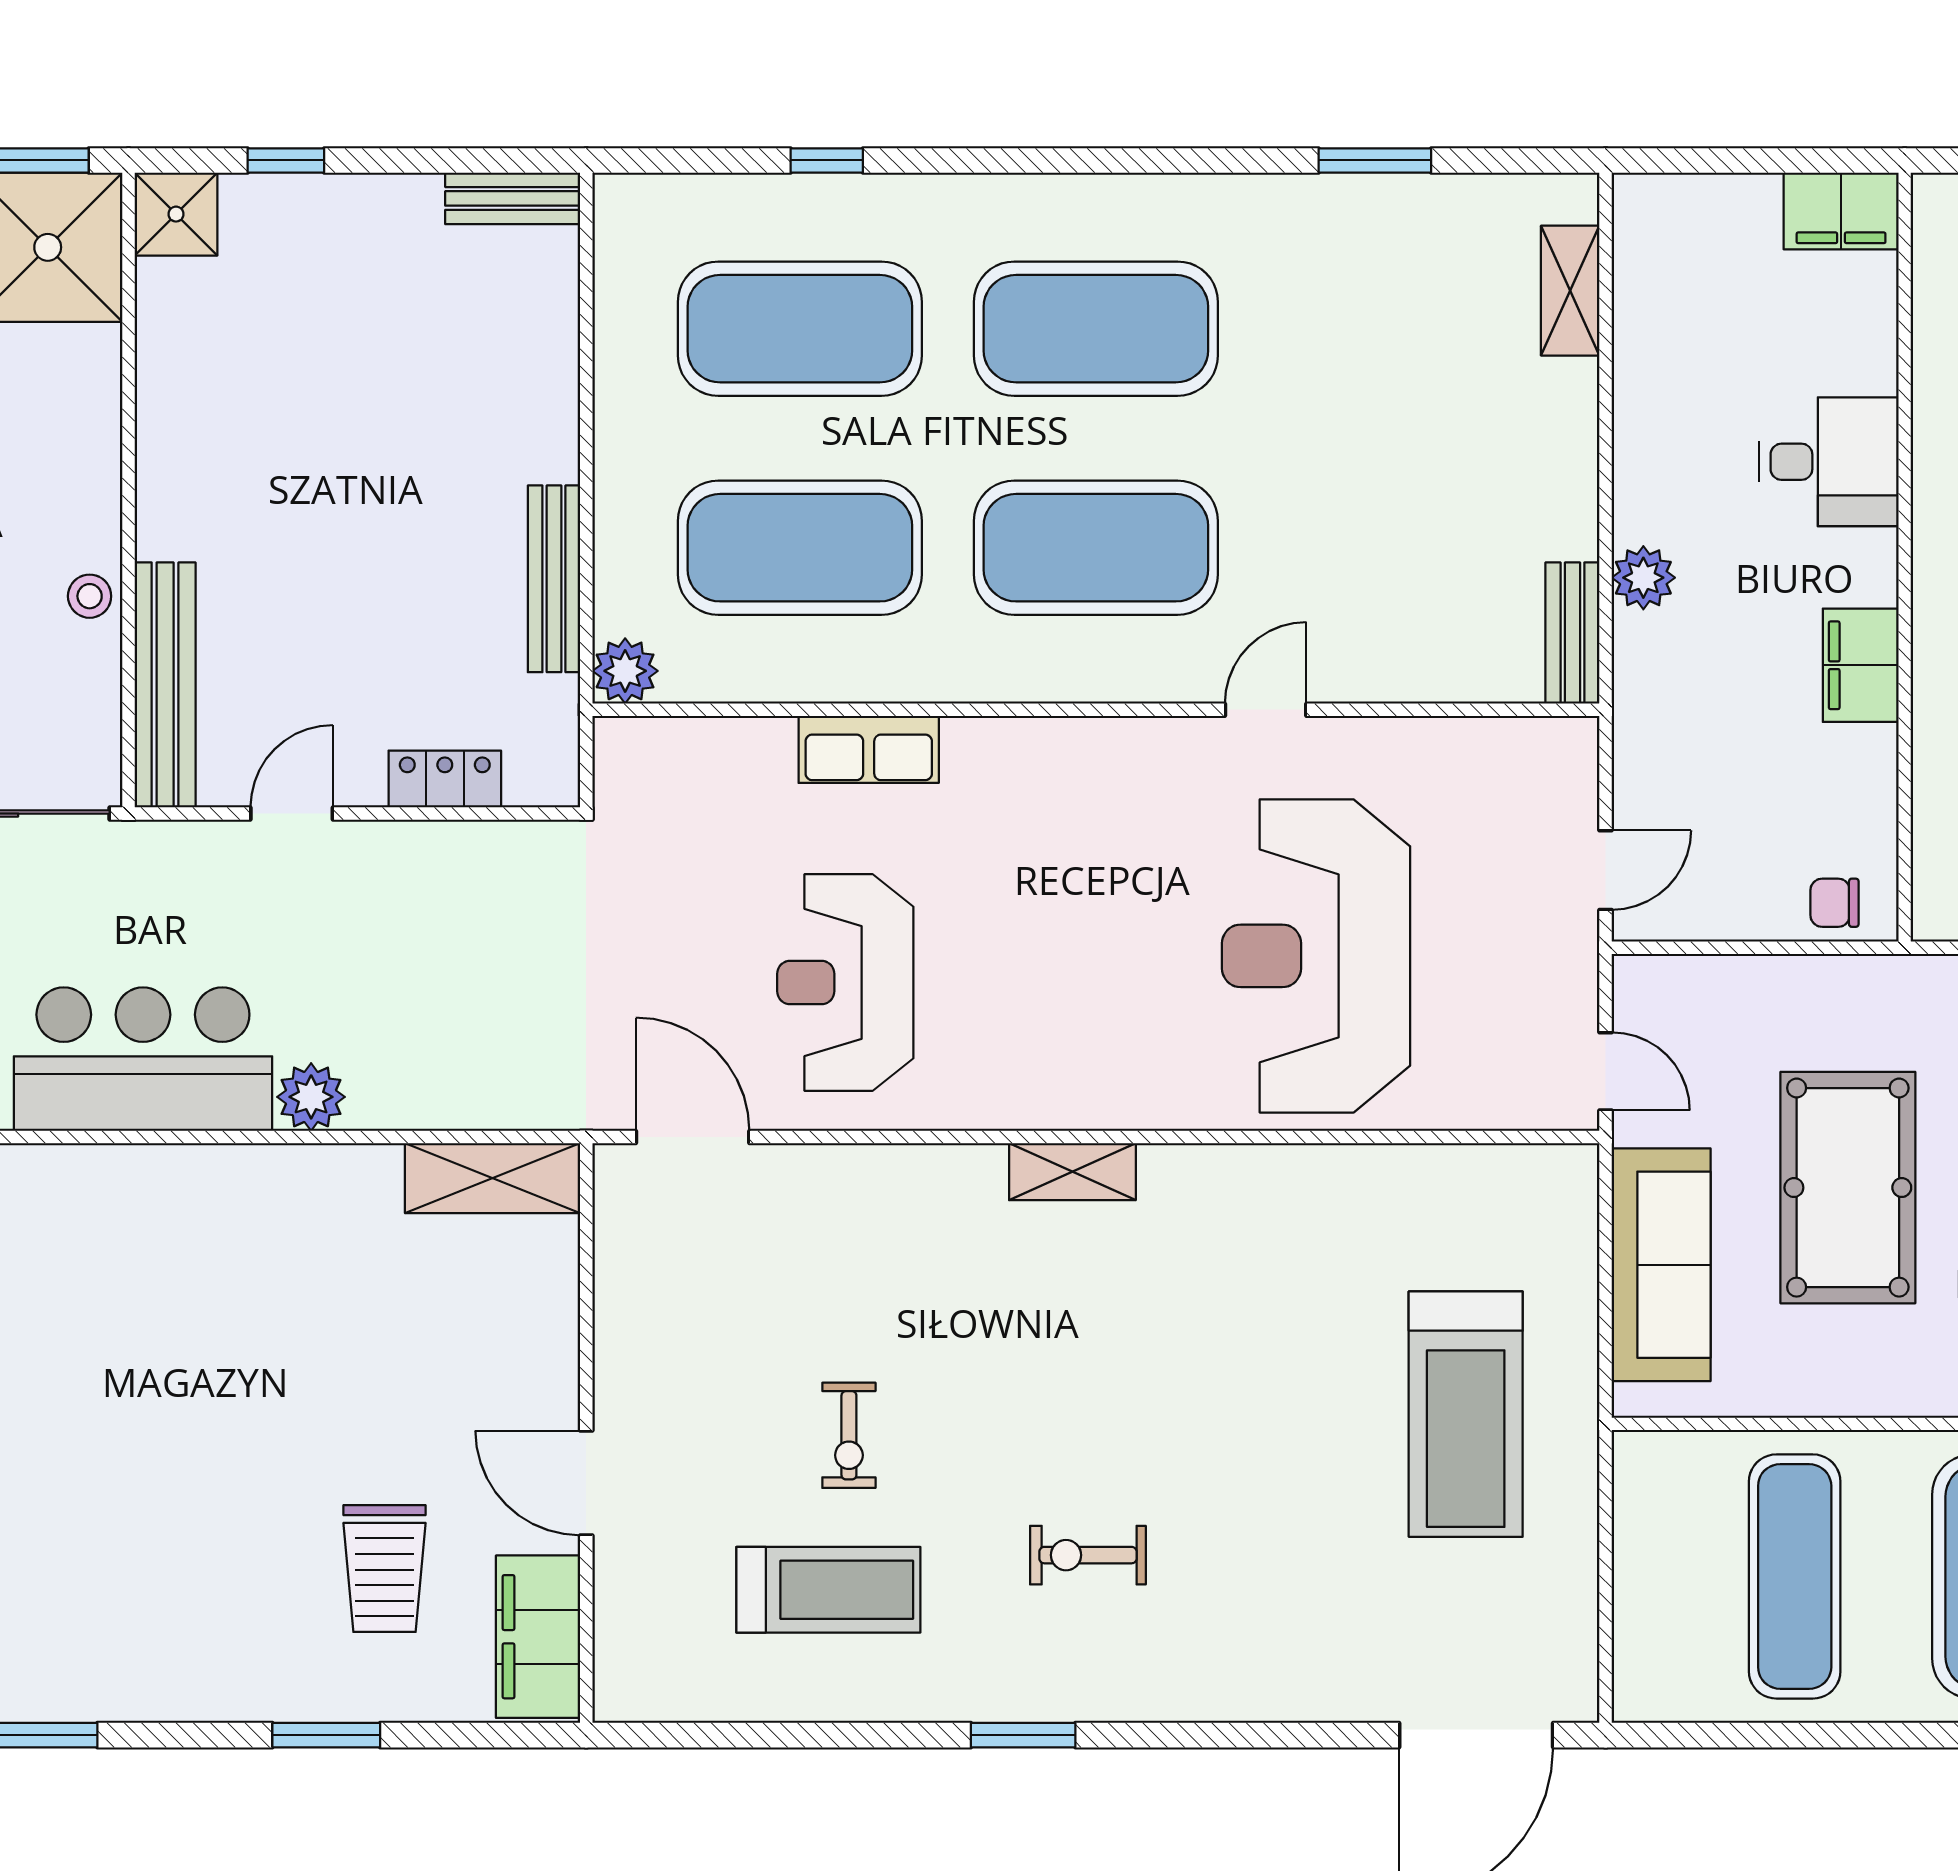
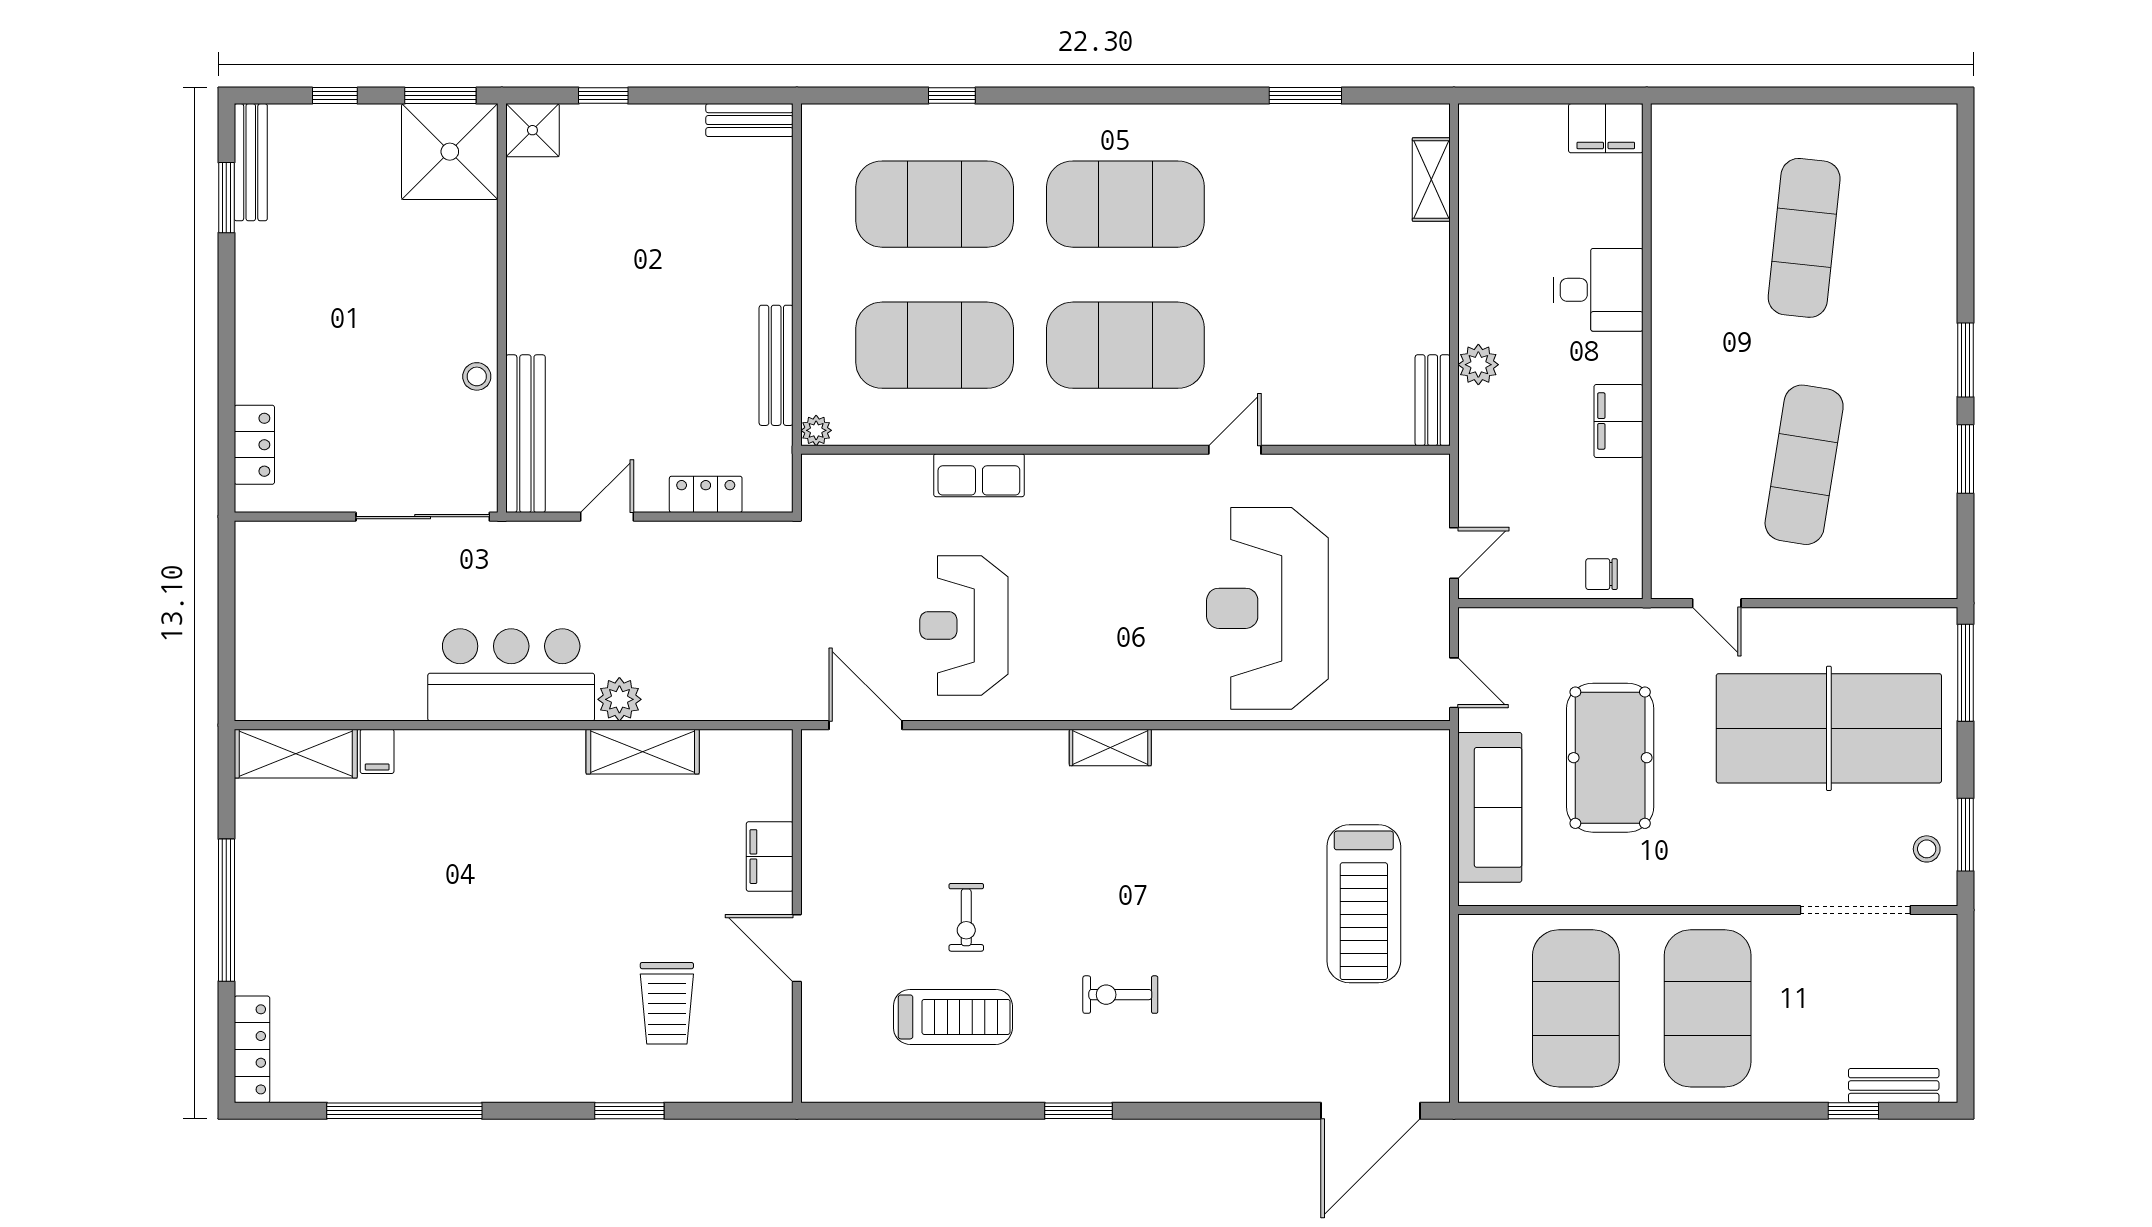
plant: (625, 671) -> (816, 430), width x0.73, depth x0.73
shelving: (493, 1178) -> (643, 752), moved
exercise mat: (1795, 1576) -> (1576, 1008), width x1.47
filing cabinet: (538, 1637) -> (770, 857), moved, width x0.67, depth x0.86

